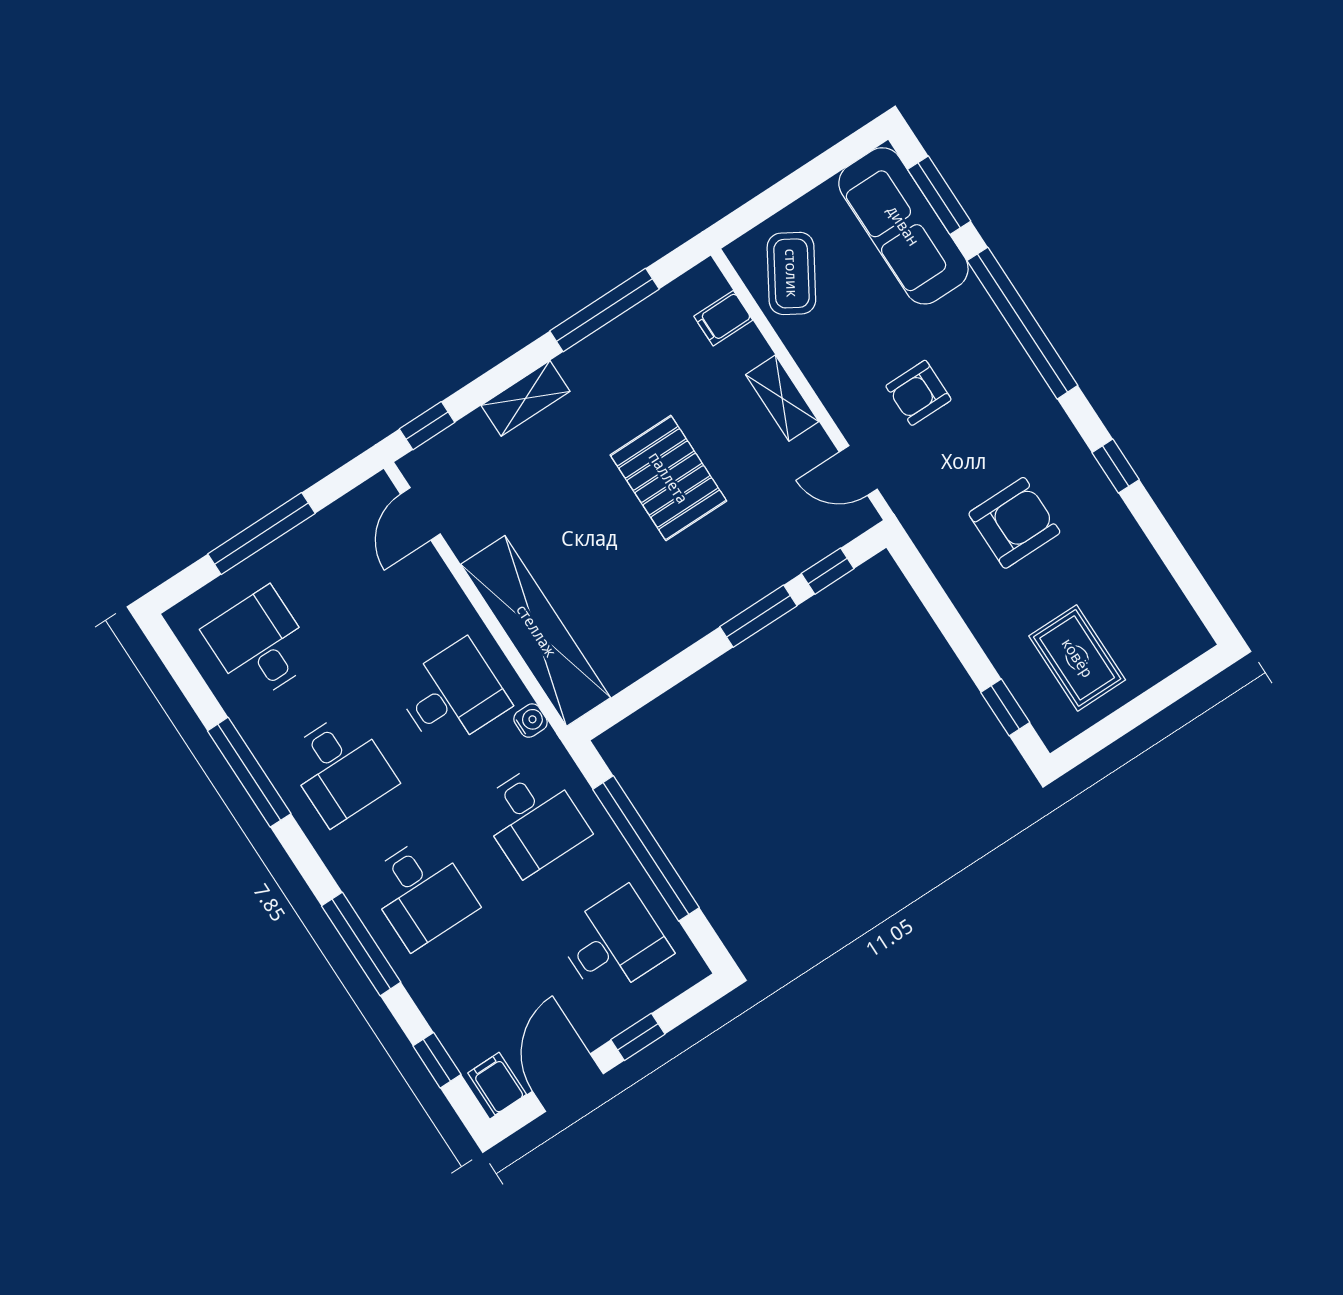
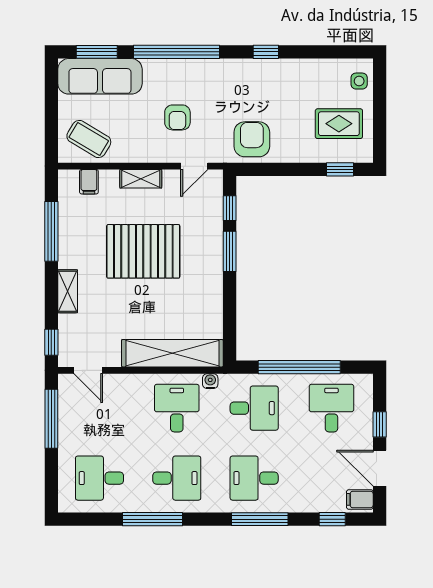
pallet: (668, 478) -> (143, 251), width x1.37, depth x1.41
armchair: (1014, 523) -> (252, 139), moved
window: (261, 534) -> (51, 419), moved
side table: (1166, 646) -> (359, 81), added
desk: (421, 892) -> (254, 478), turned 180

